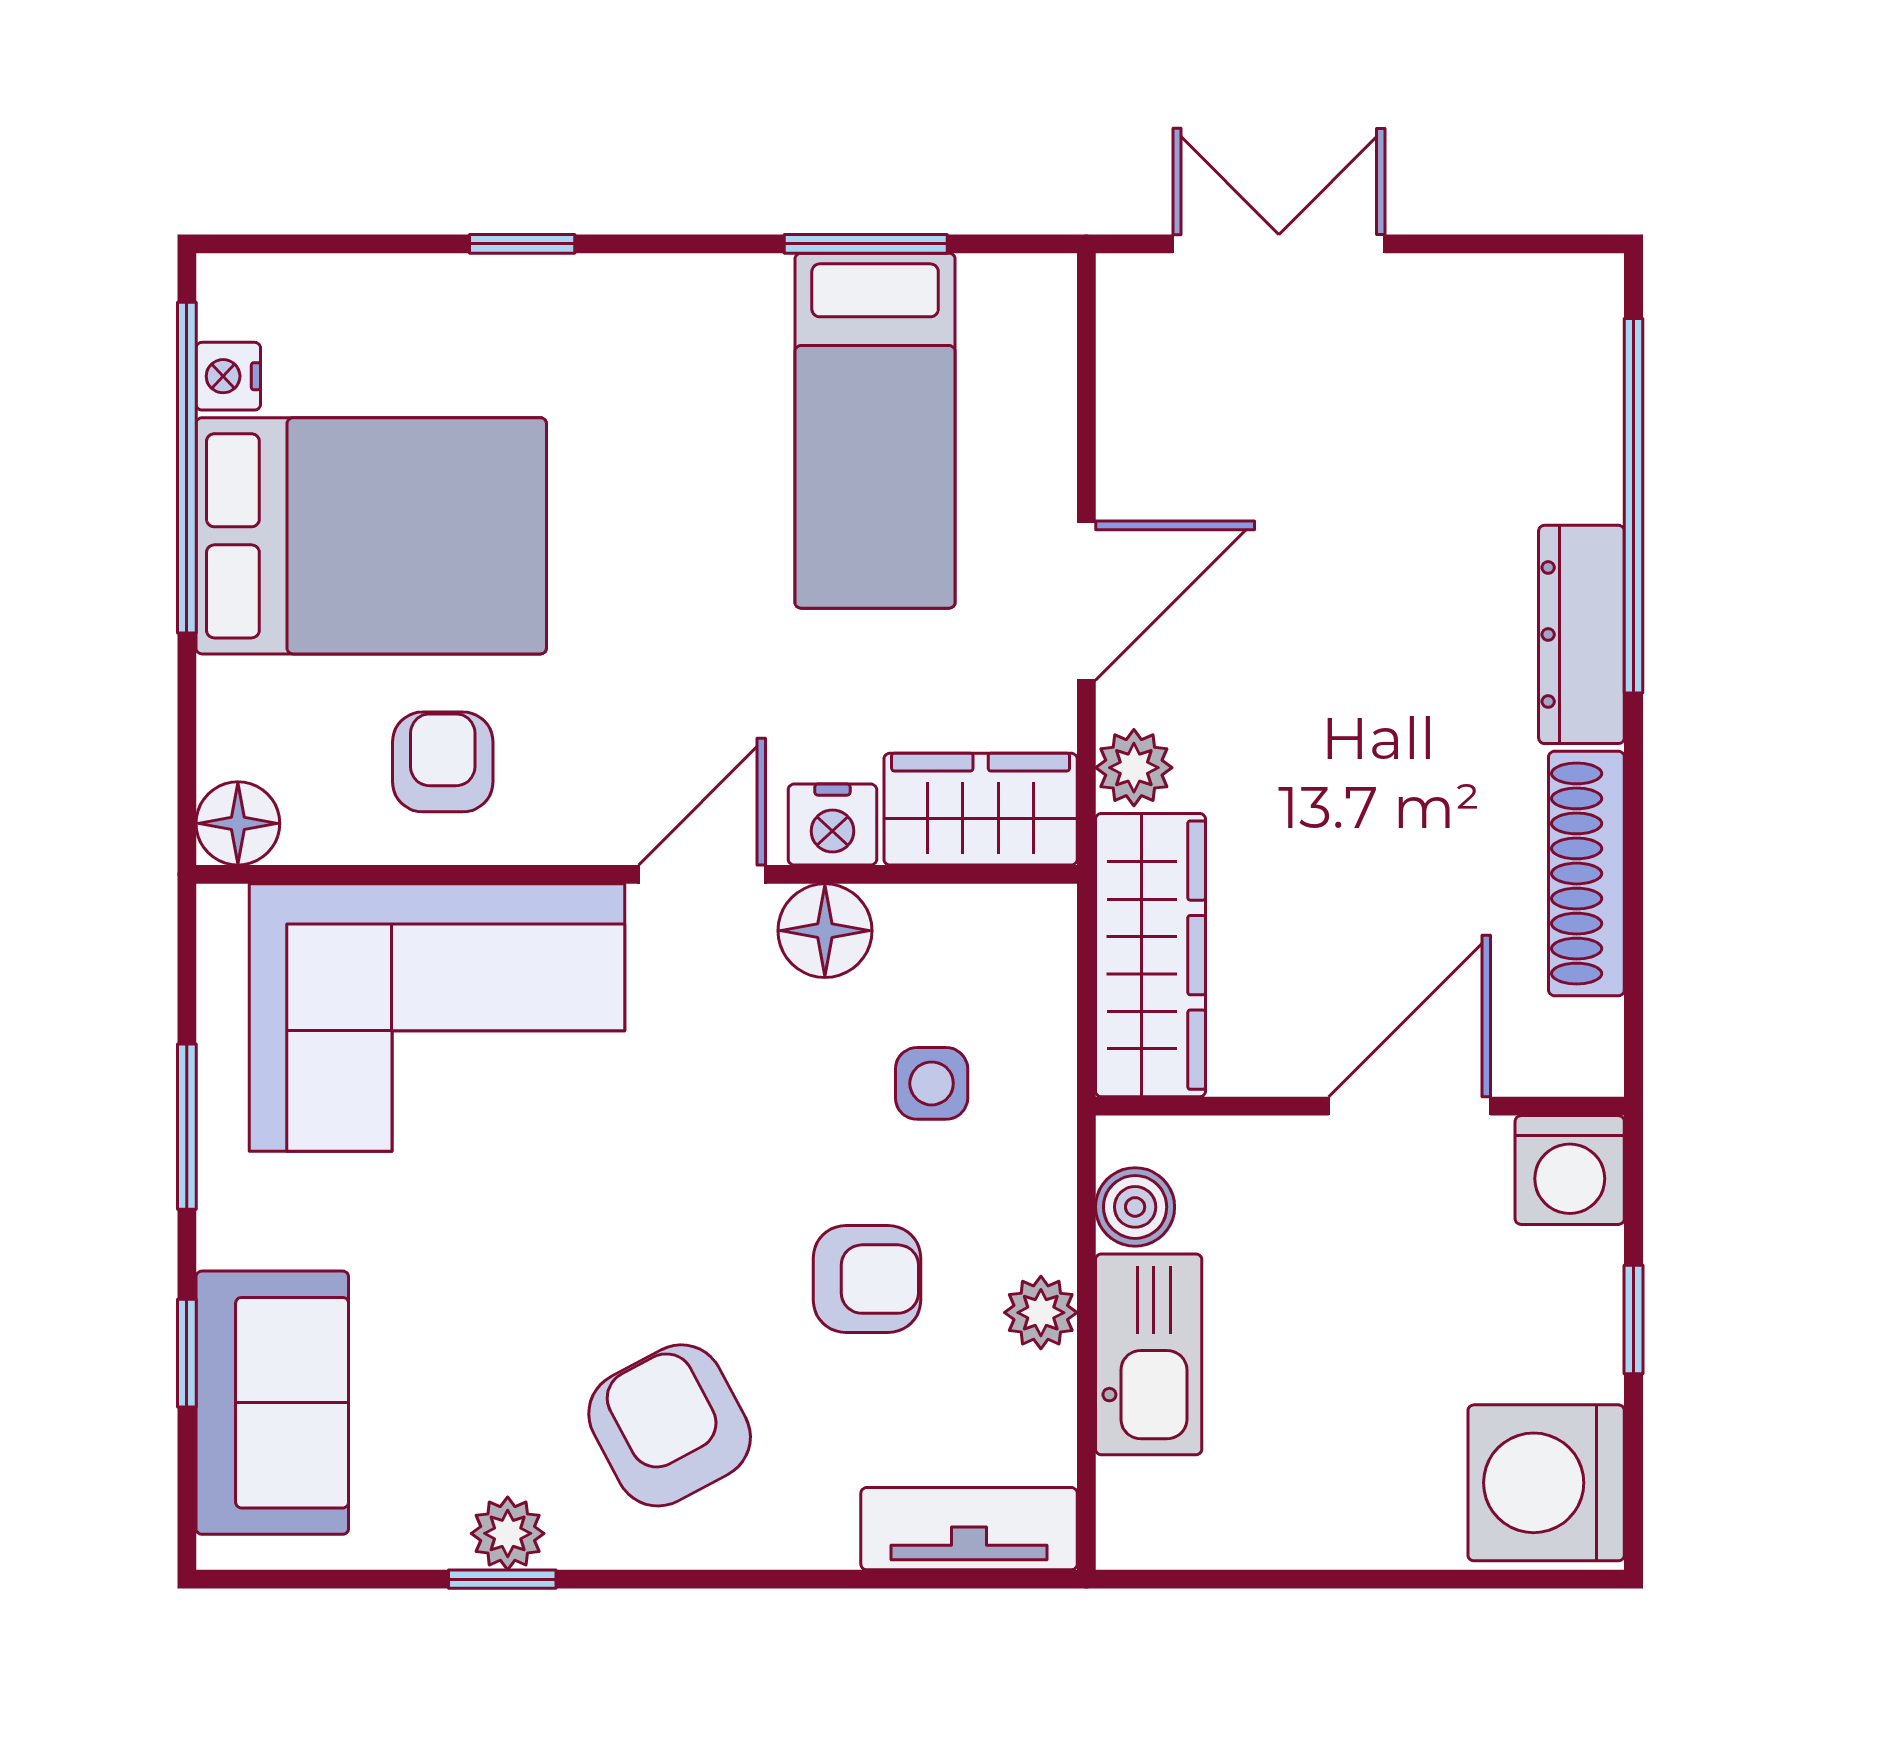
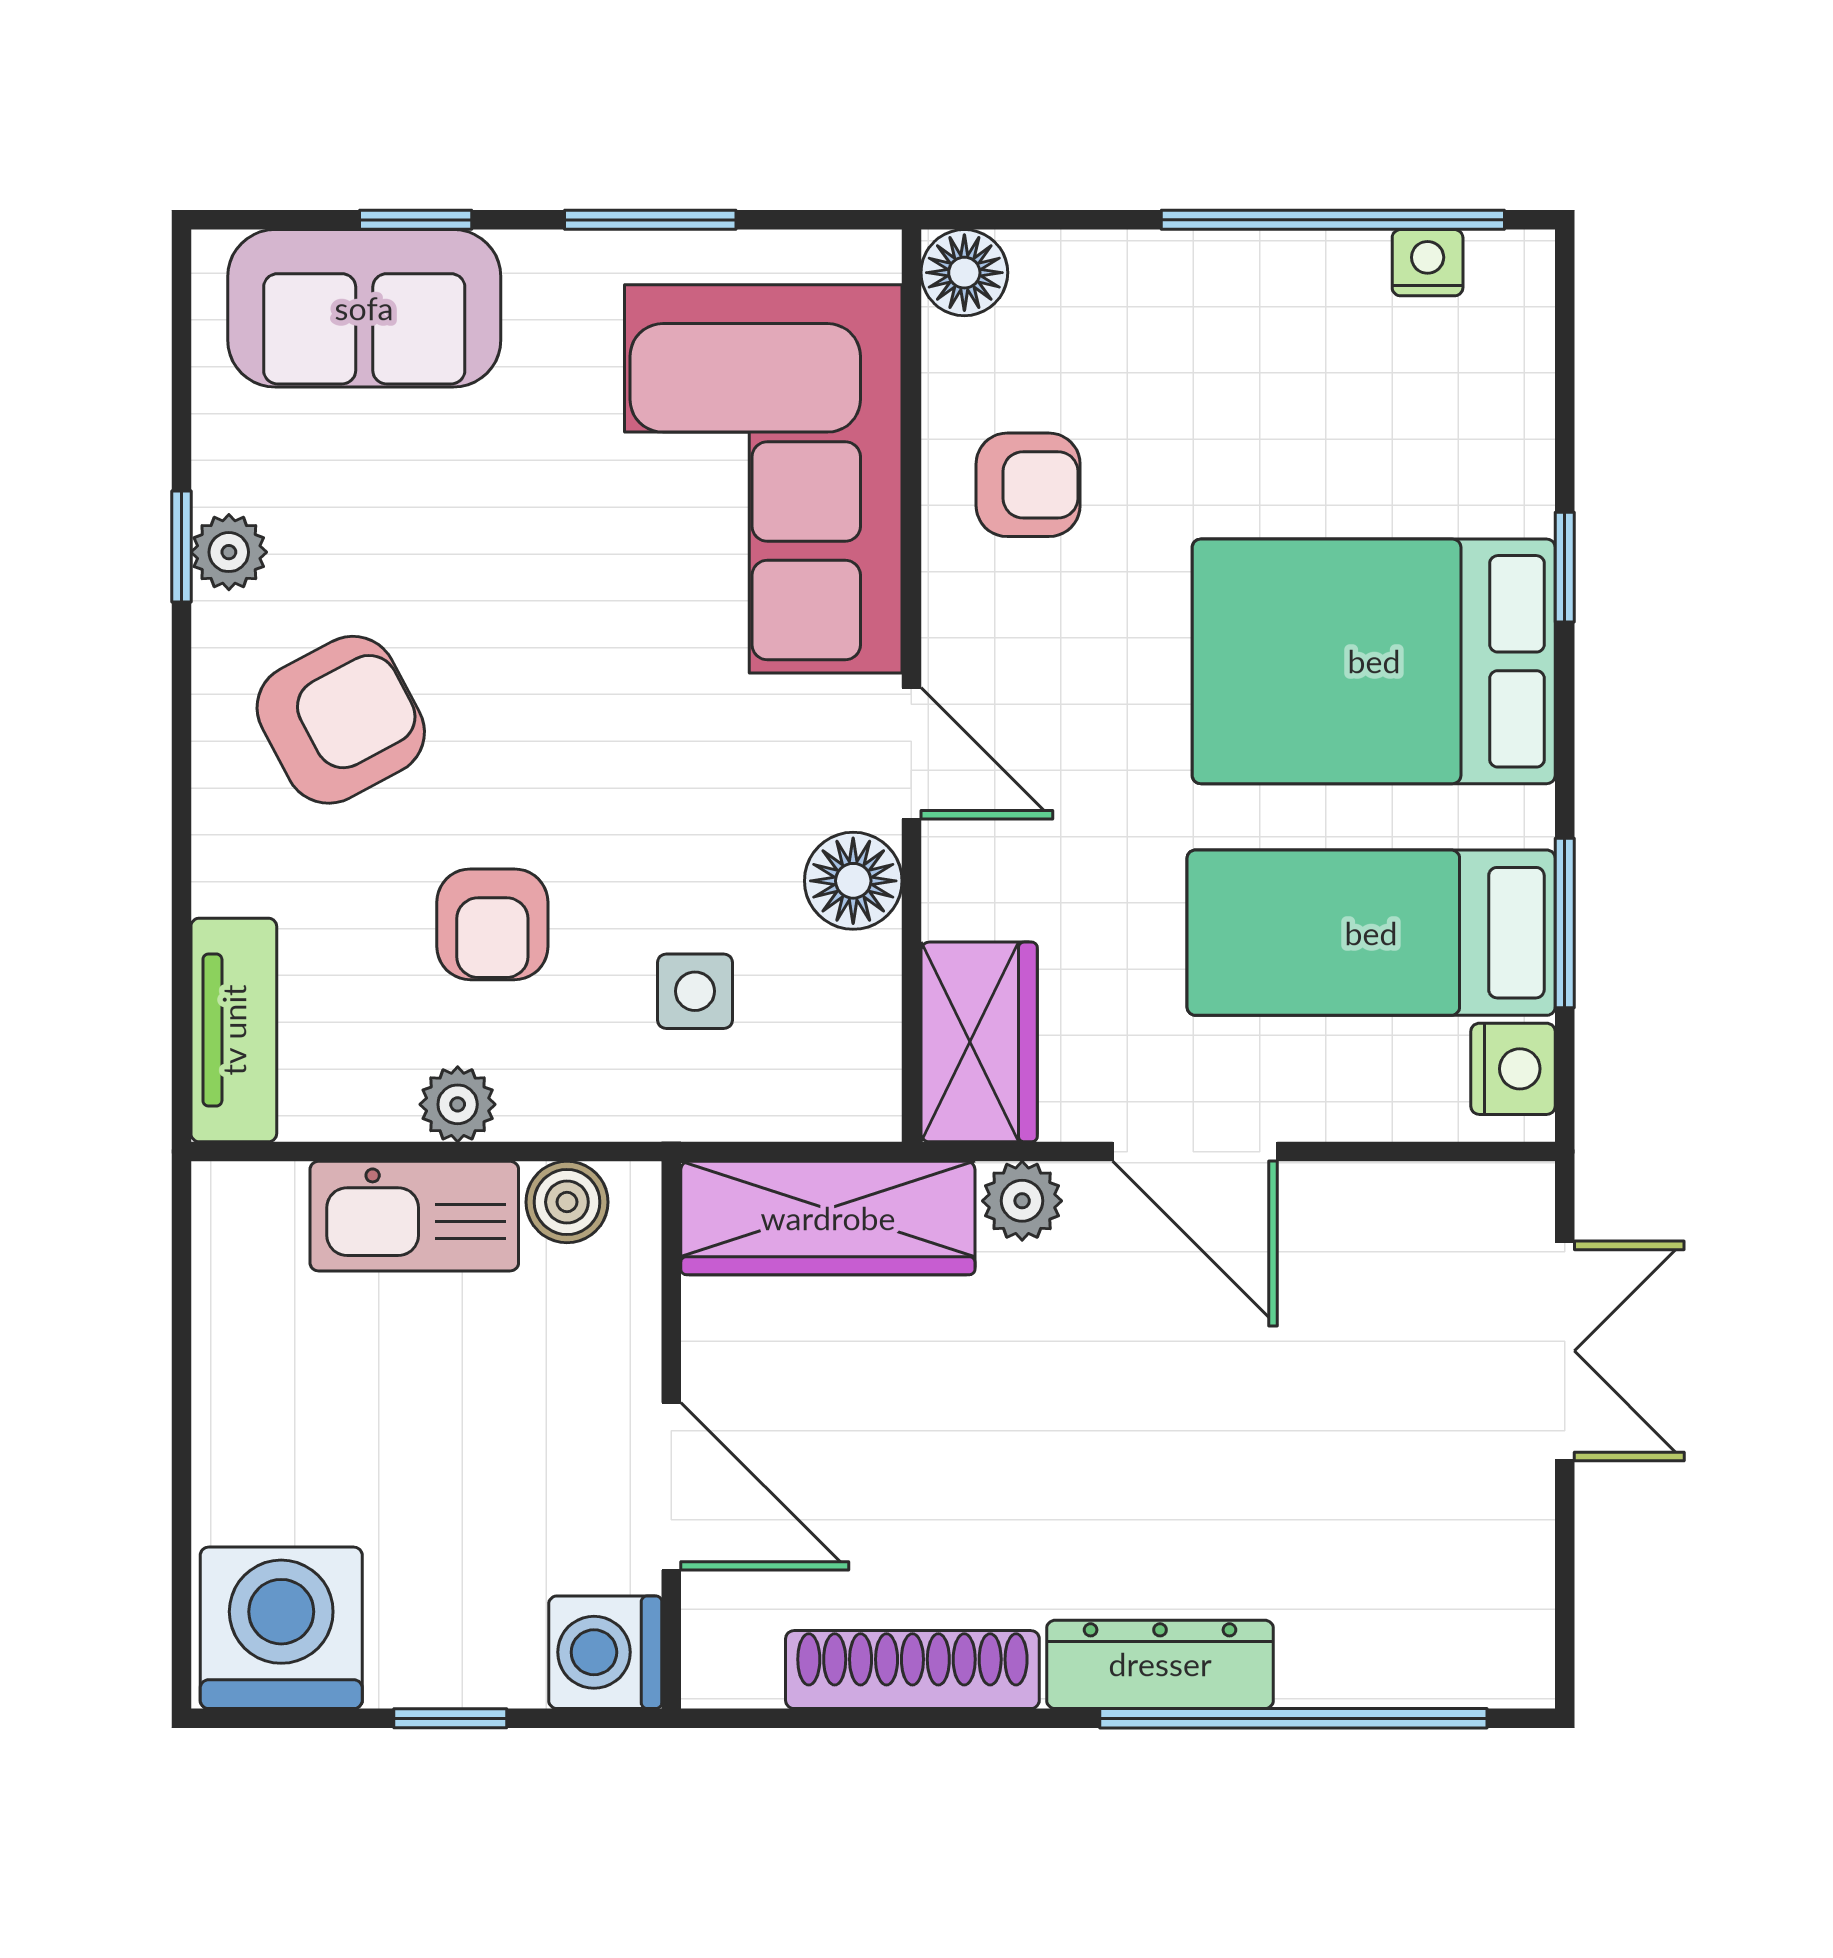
bed: (371, 536) -> (1374, 661), moved, turned 90
nightstand: (832, 825) -> (1513, 1069), moved, turned 180

